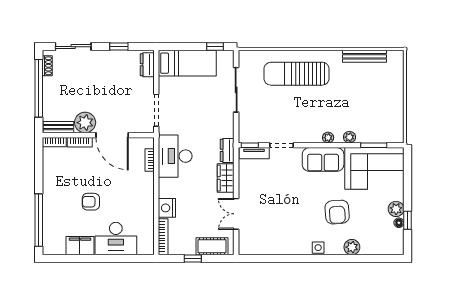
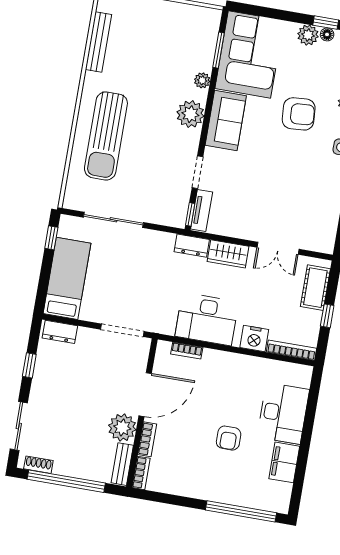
plant: (328, 138) -> (190, 114), width x1.87, depth x1.87
desk: (175, 156) -> (207, 319), moved

